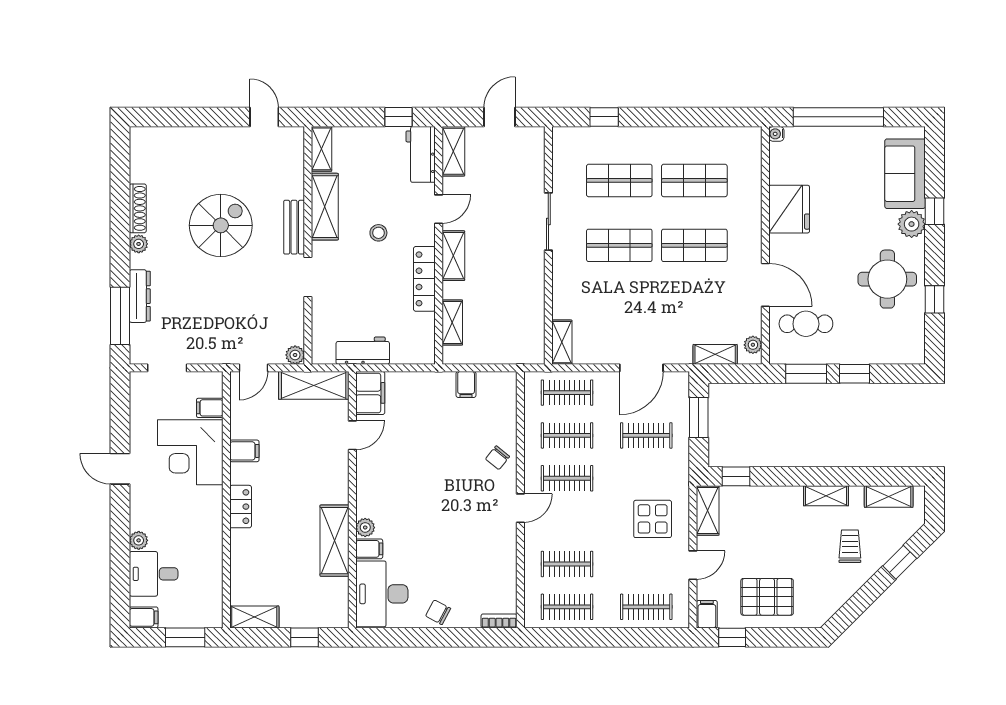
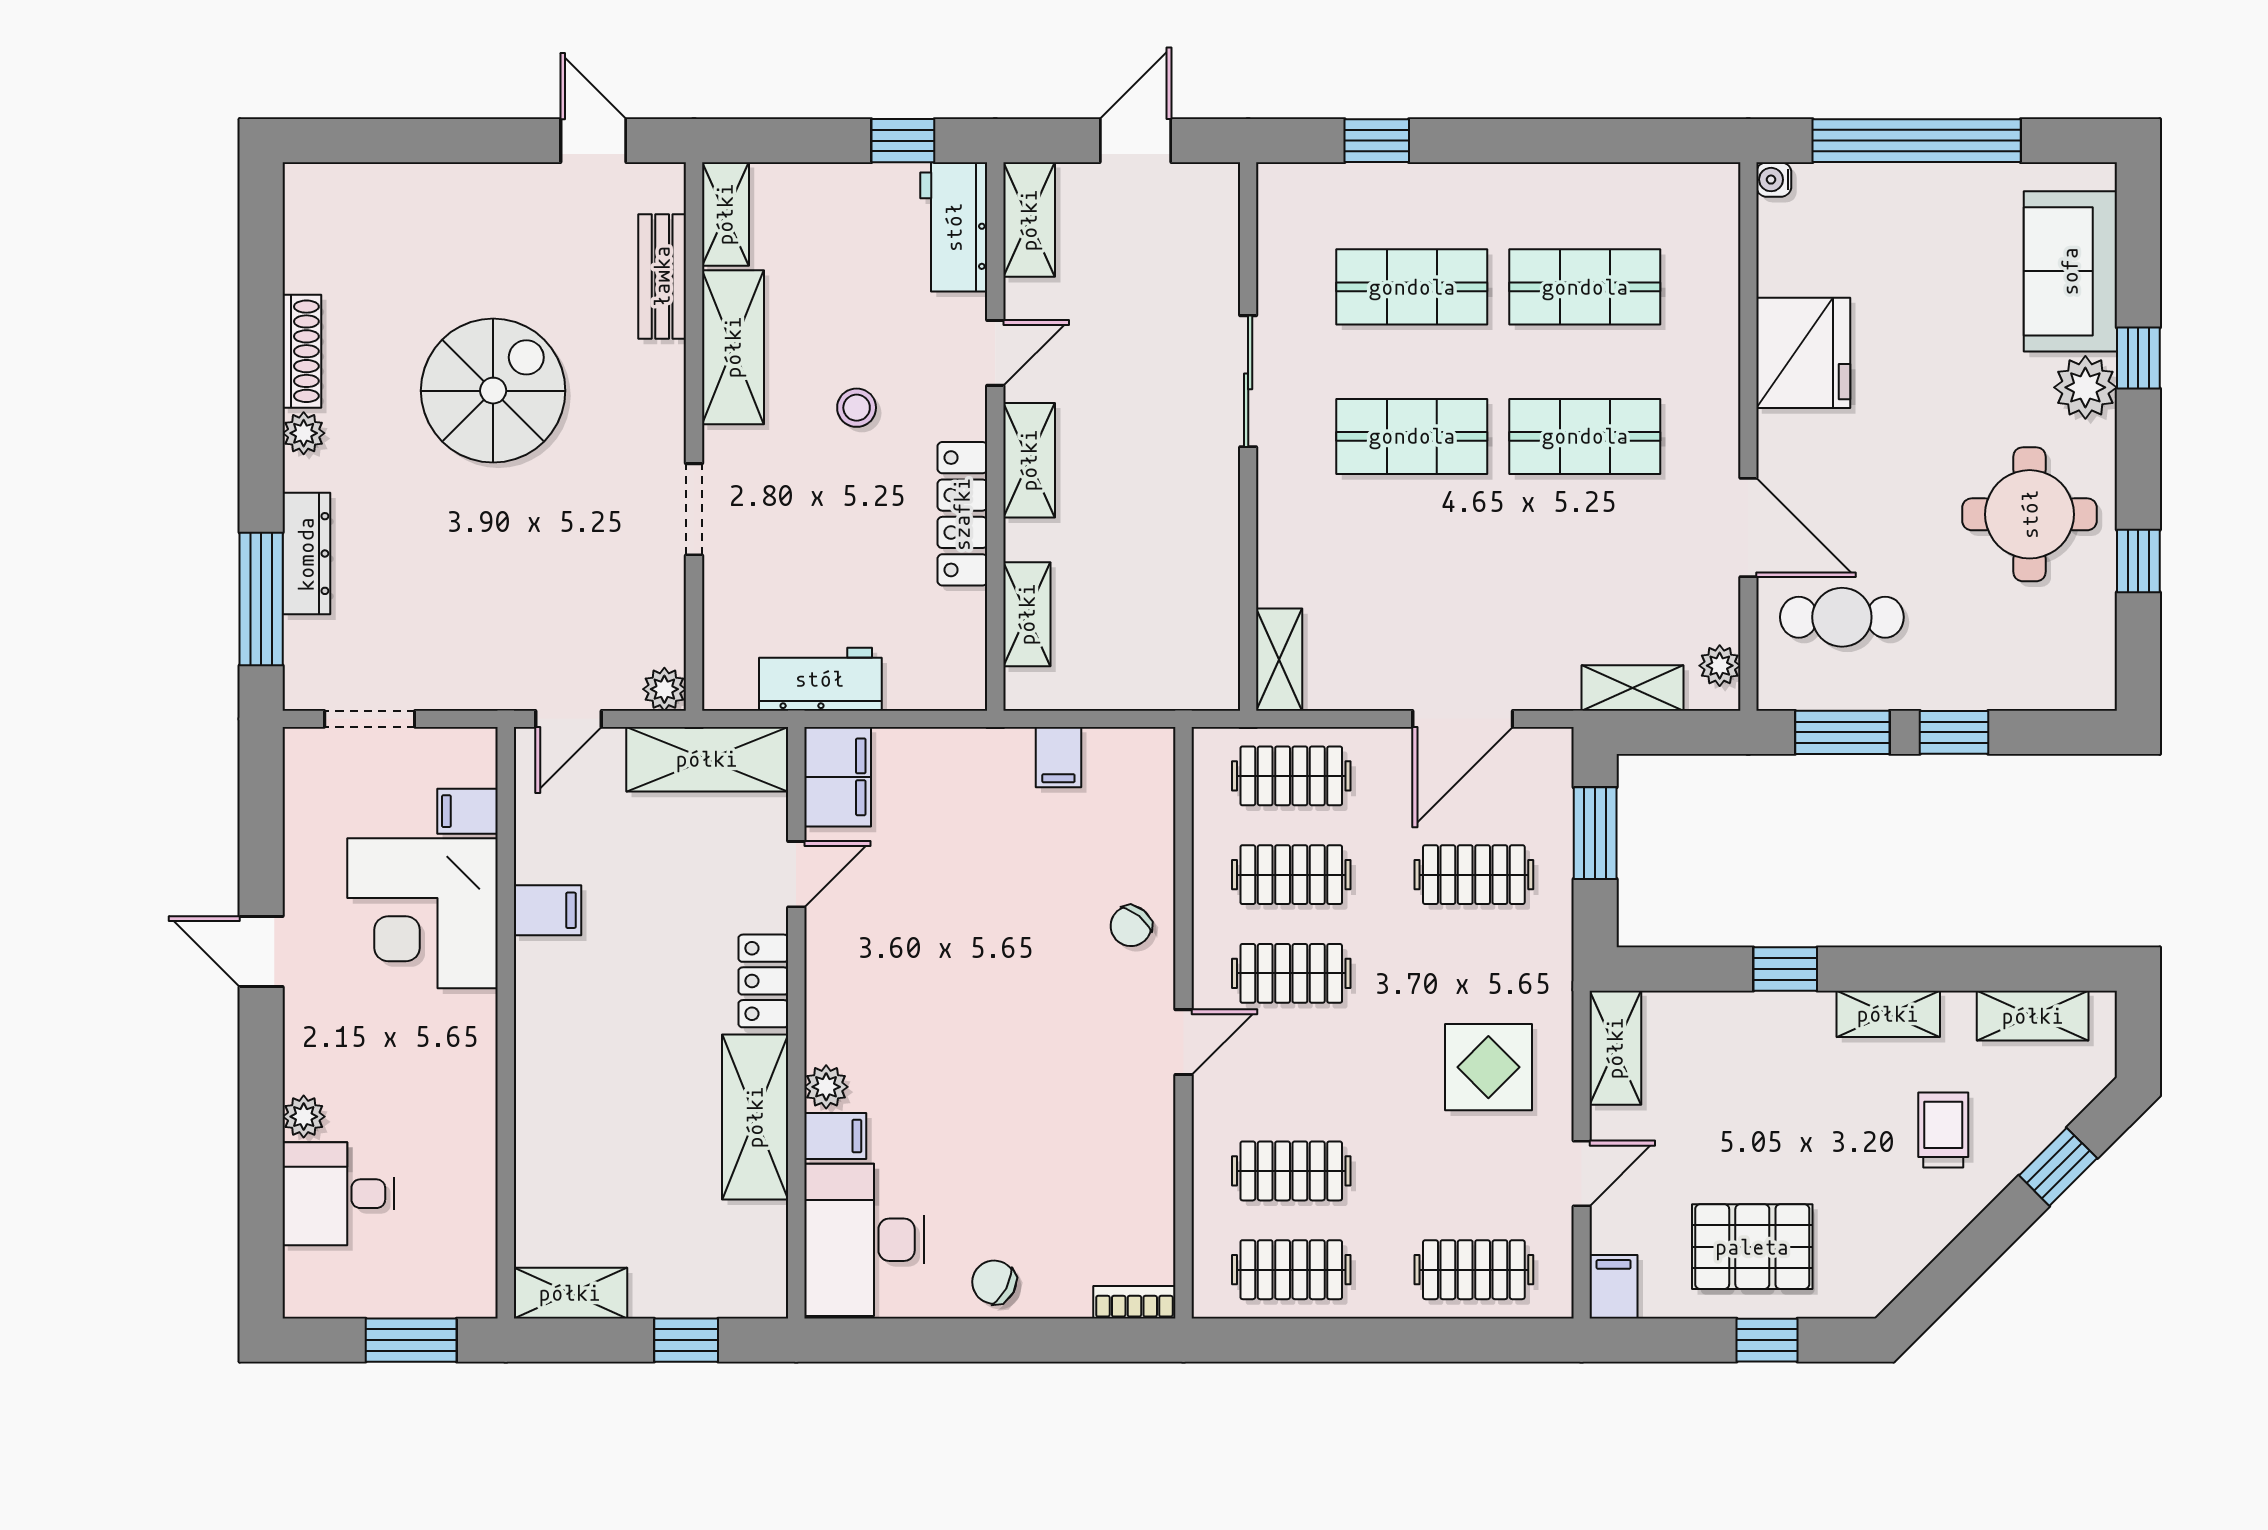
bench: (294, 227) -> (662, 276), moved
window: (736, 476) -> (1785, 969), moved
locker: (241, 507) -> (763, 981), moved, turned 180
filing cabinet: (144, 617) -> (315, 1294), removed
window: (732, 637) -> (1767, 1340), moved

